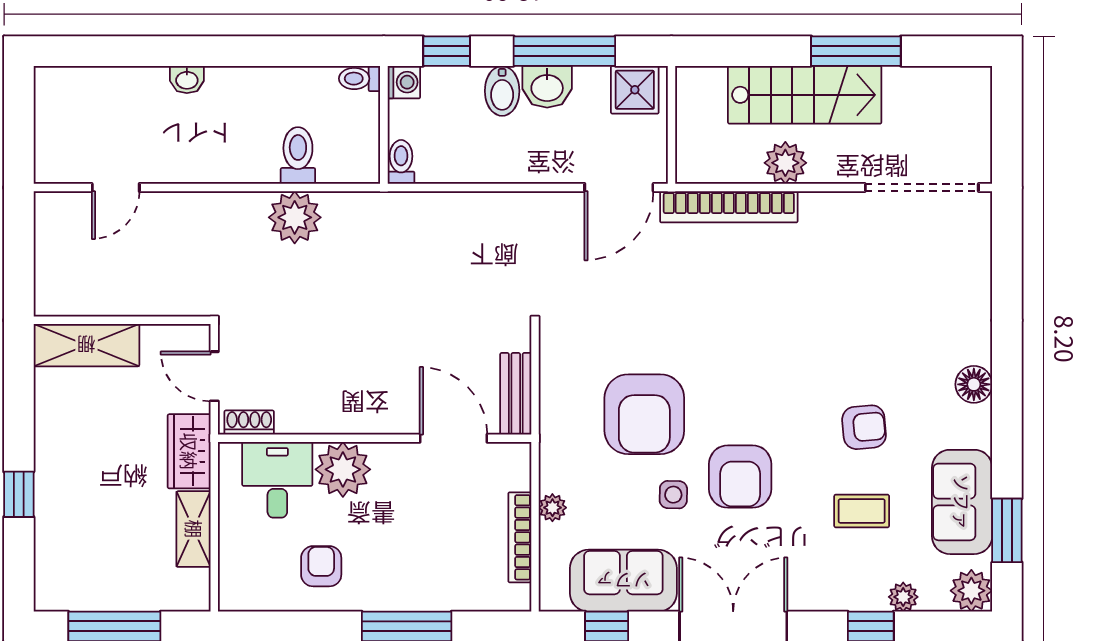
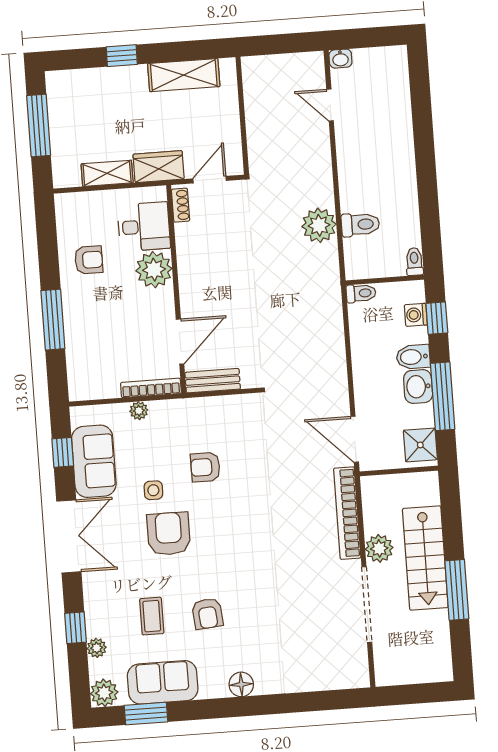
washbasin: (187, 80) -> (340, 59), moved, turned -90
washing machine: (404, 82) -> (416, 315), moved, turned 90
doorway: (922, 188) -> (367, 605), moved
shelving: (86, 345) -> (184, 75), moved, turned 90
armchair: (644, 414) -> (205, 467), width x0.53, depth x0.53
armchair: (740, 477) -> (169, 534), turned 90
bookcase: (520, 537) -> (151, 388), moved

